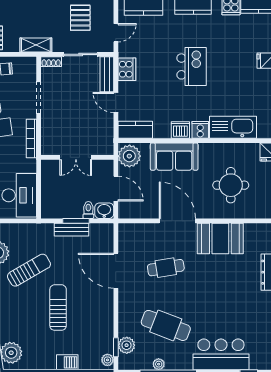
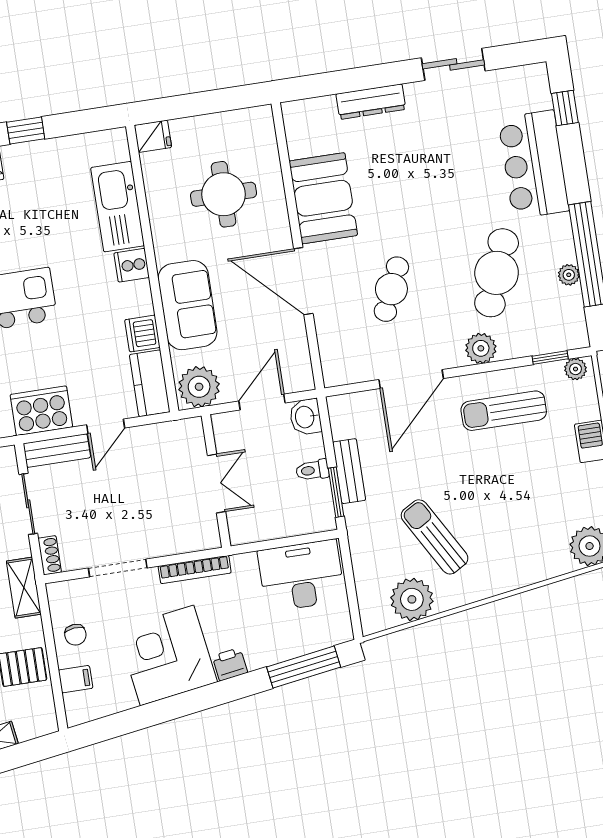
cooker: (127, 69) -> (41, 411), width x1.37, depth x1.31
dishwasher: (180, 130) -> (142, 334), moved
toilet: (88, 210) -> (312, 470), moved
window: (76, 221) -> (336, 492), moved
door: (177, 221) -> (303, 281), hinge flipped
cafe table: (166, 268) -> (391, 289), turned 33
sun lounger: (58, 308) -> (504, 411), moved
plant: (127, 345) -> (481, 348), moved

